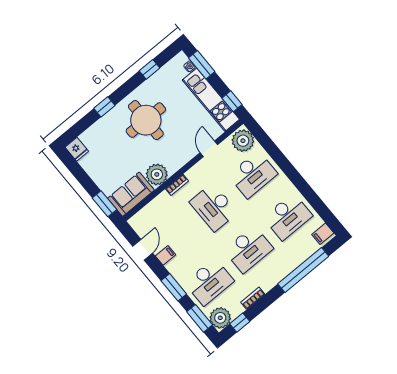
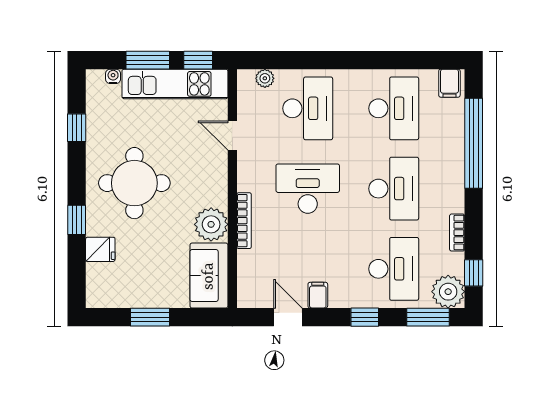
window: (202, 65) -> (148, 60), moved
plant: (243, 141) -> (265, 78), width x0.53, depth x0.53
fridge: (77, 149) -> (100, 249), moved
bookcase: (177, 185) -> (244, 221), width x1.56
window: (104, 204) -> (150, 317), moved
desk: (214, 207) -> (308, 189), turned 180
window: (174, 287) -> (365, 317), width x0.67

